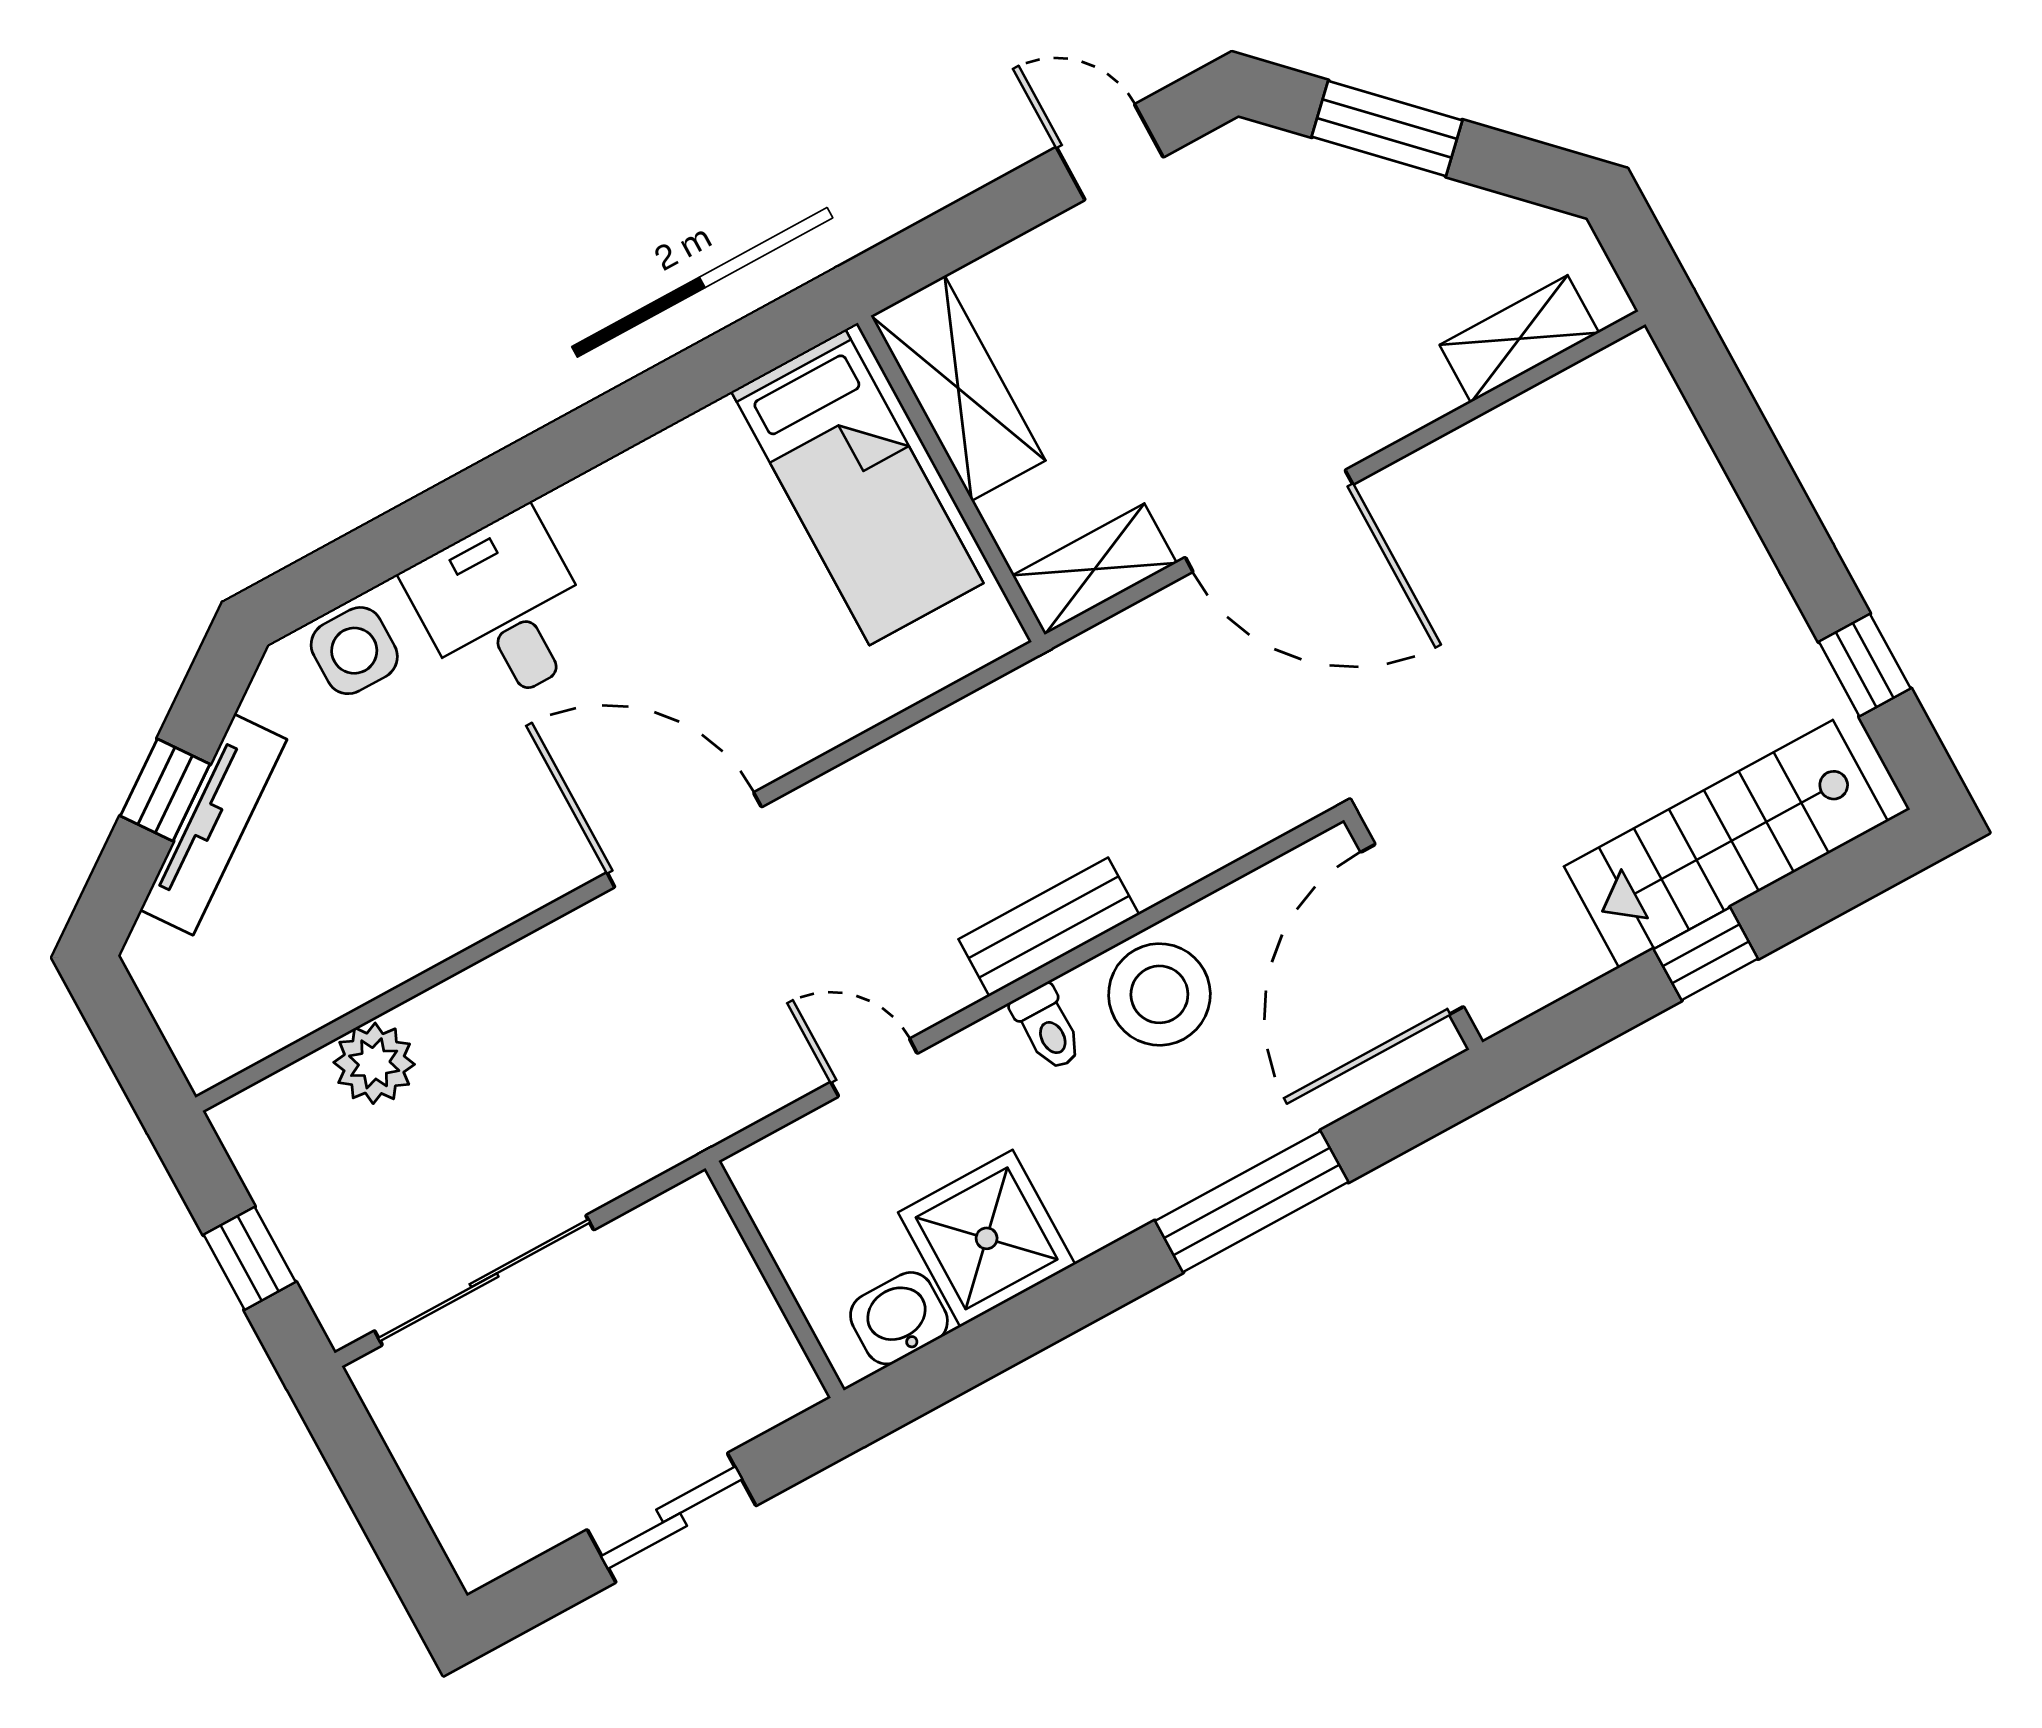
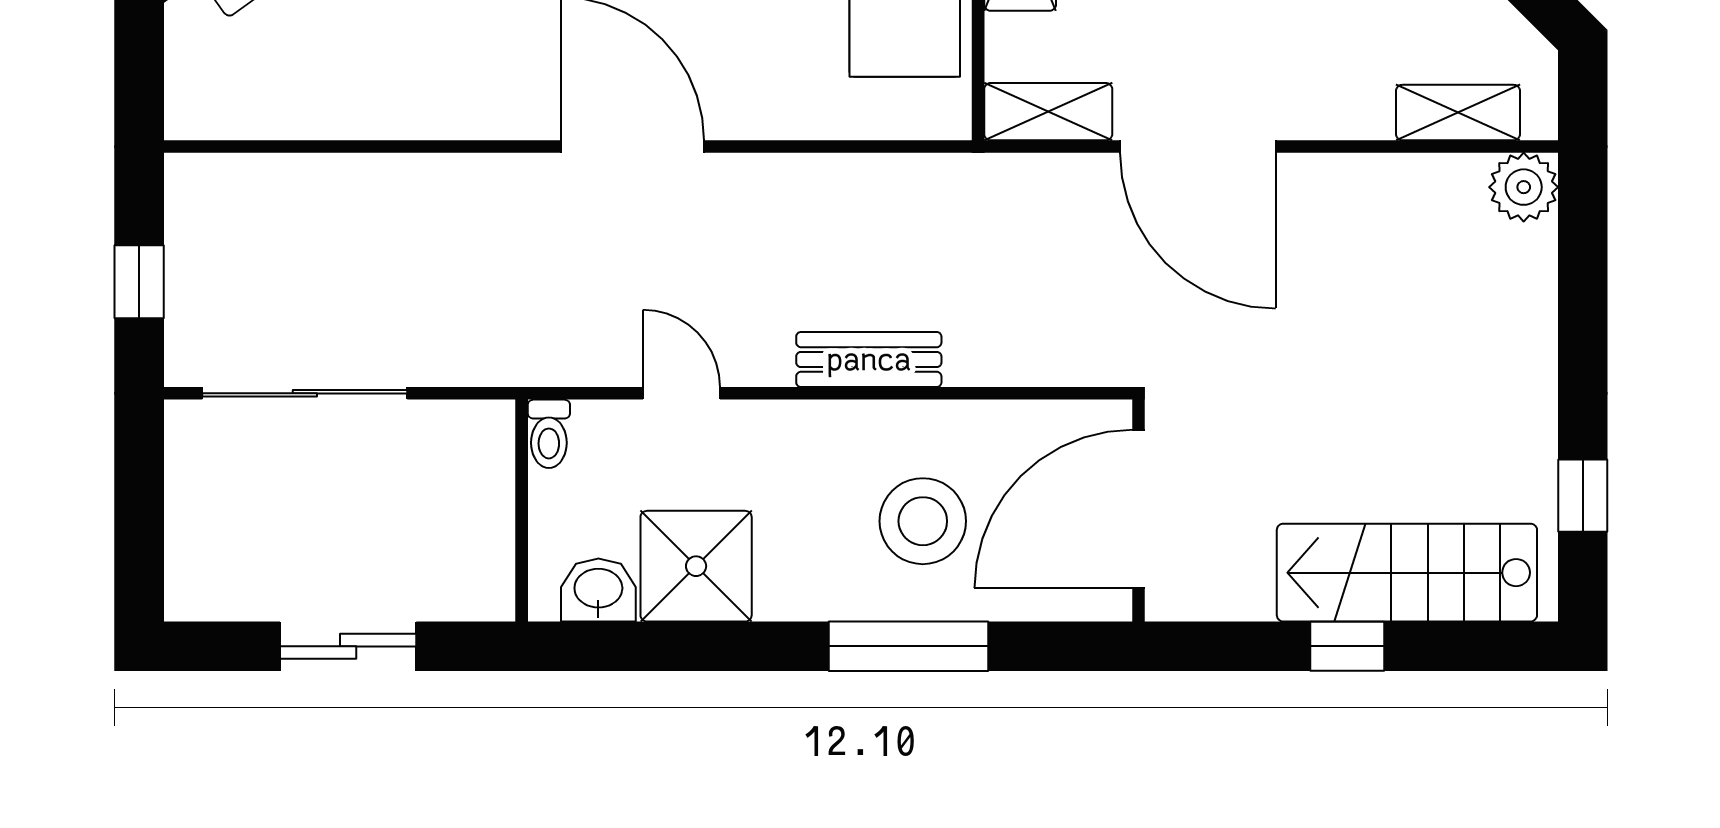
stool: (1159, 994) -> (923, 521), moved
toilet: (1047, 1028) -> (549, 434), moved
plant: (374, 1063) -> (1524, 187), moved

